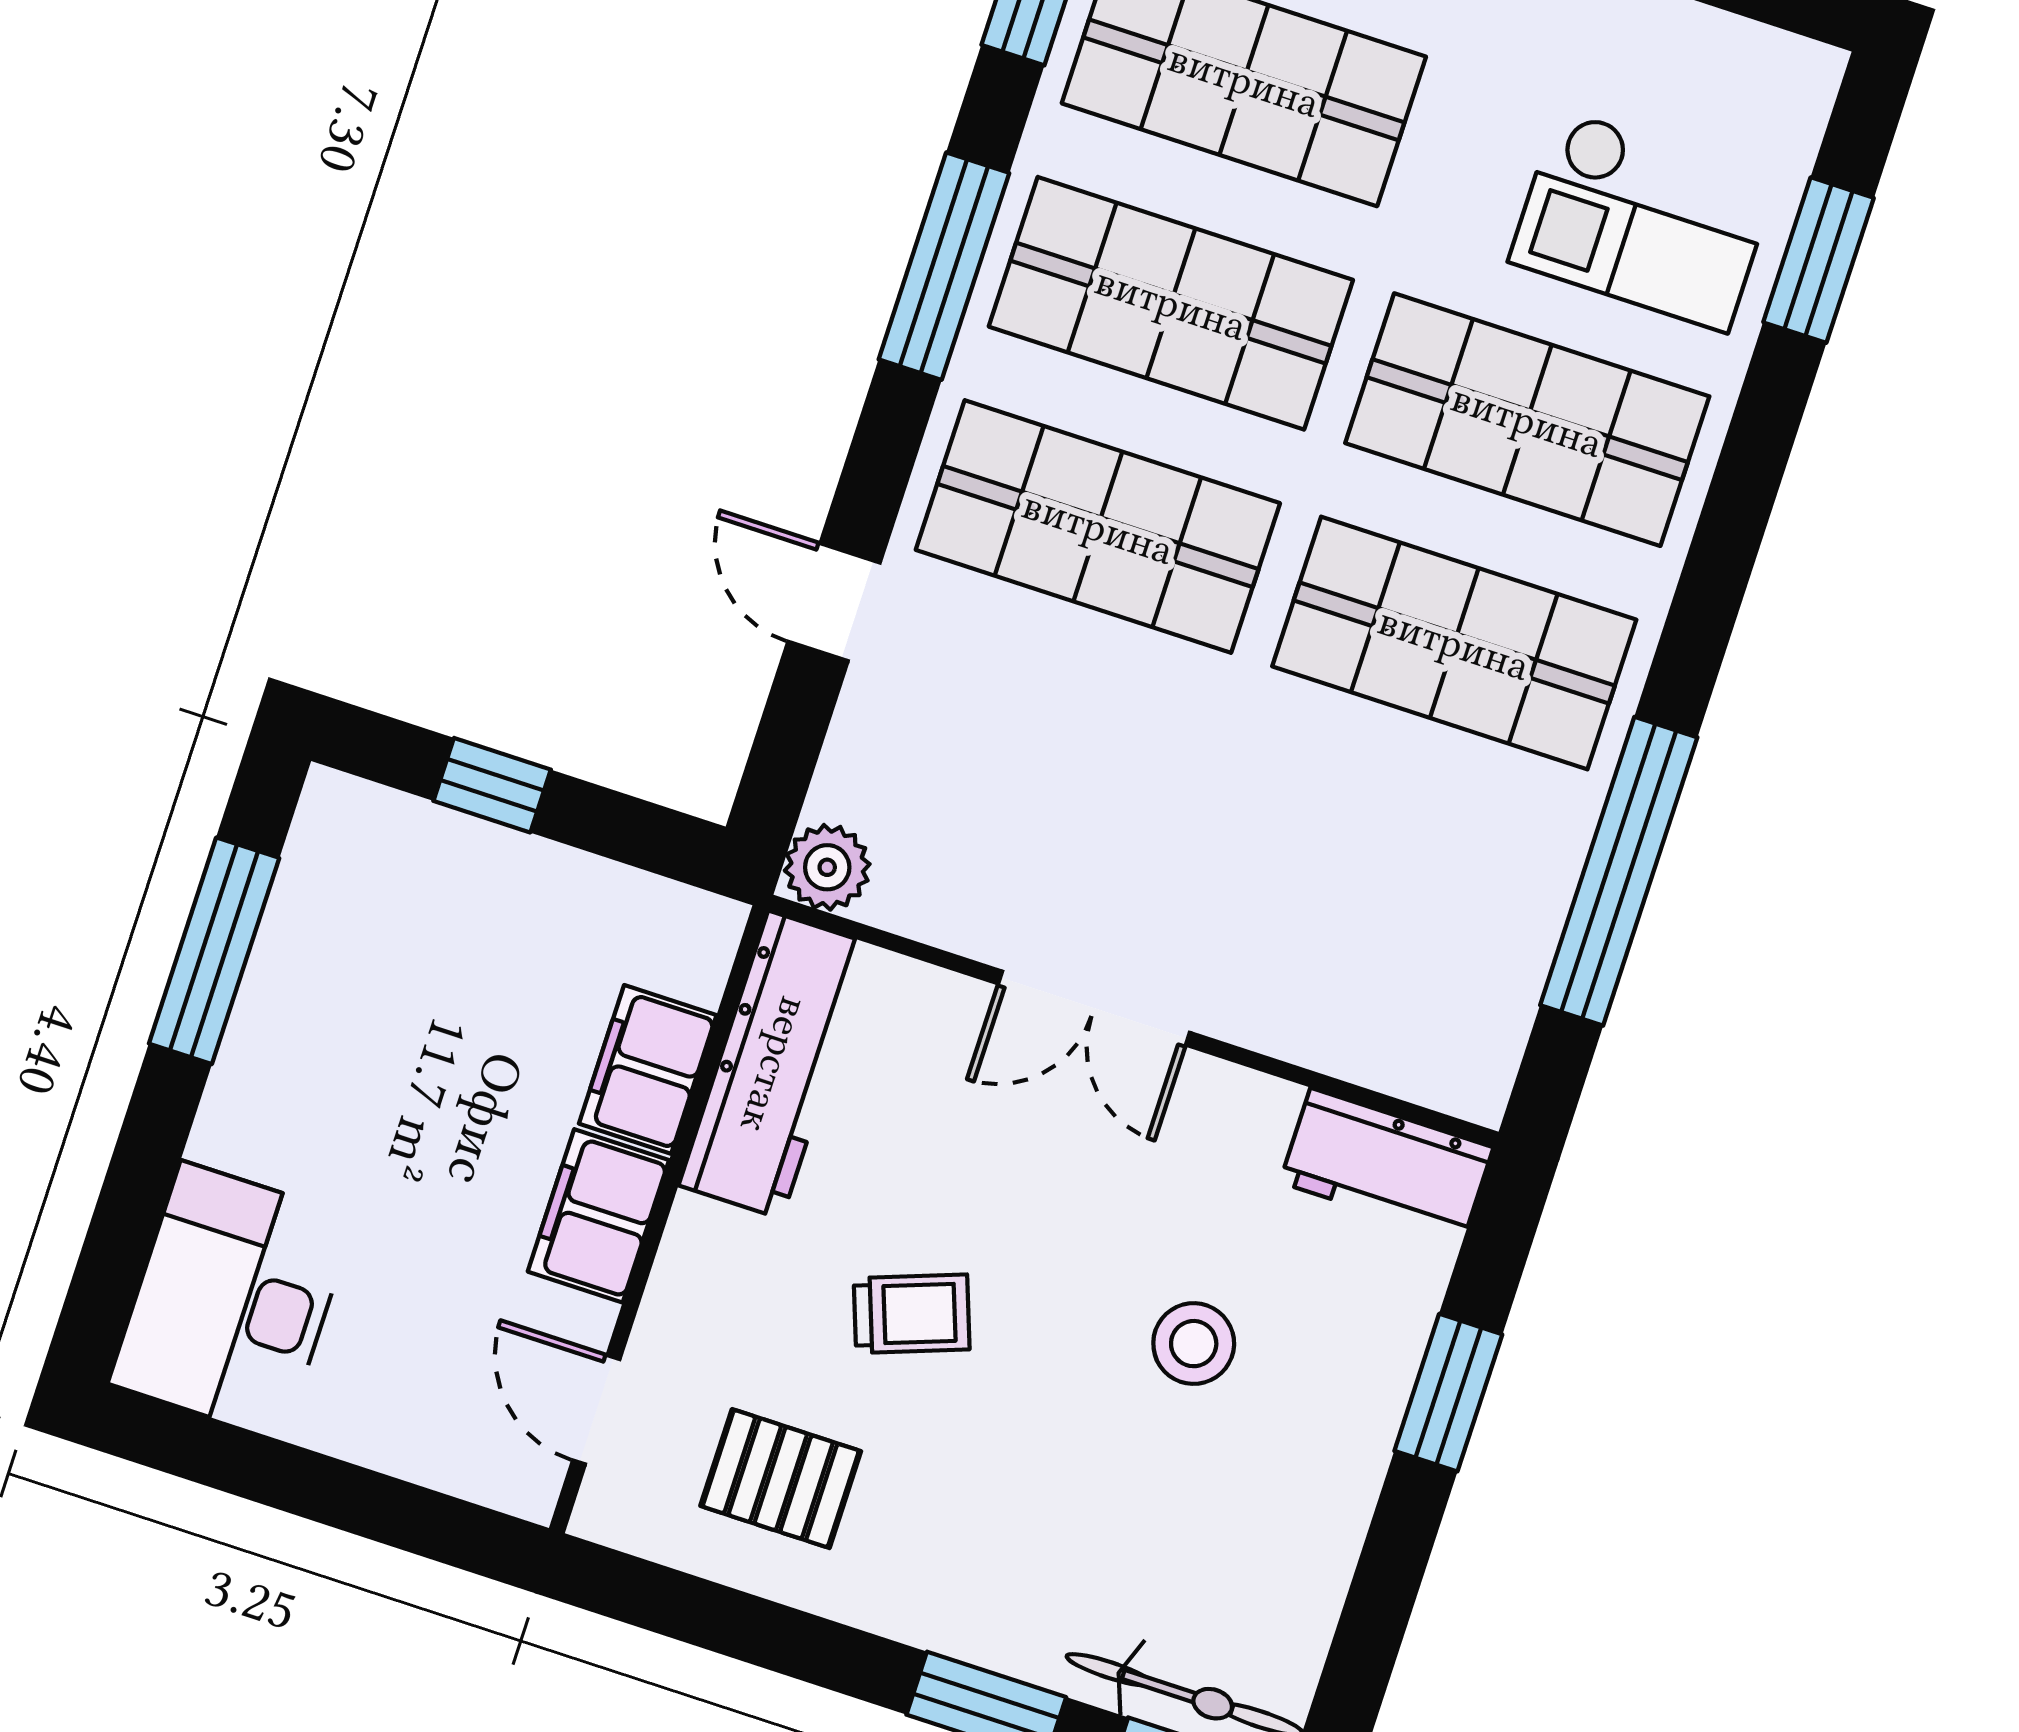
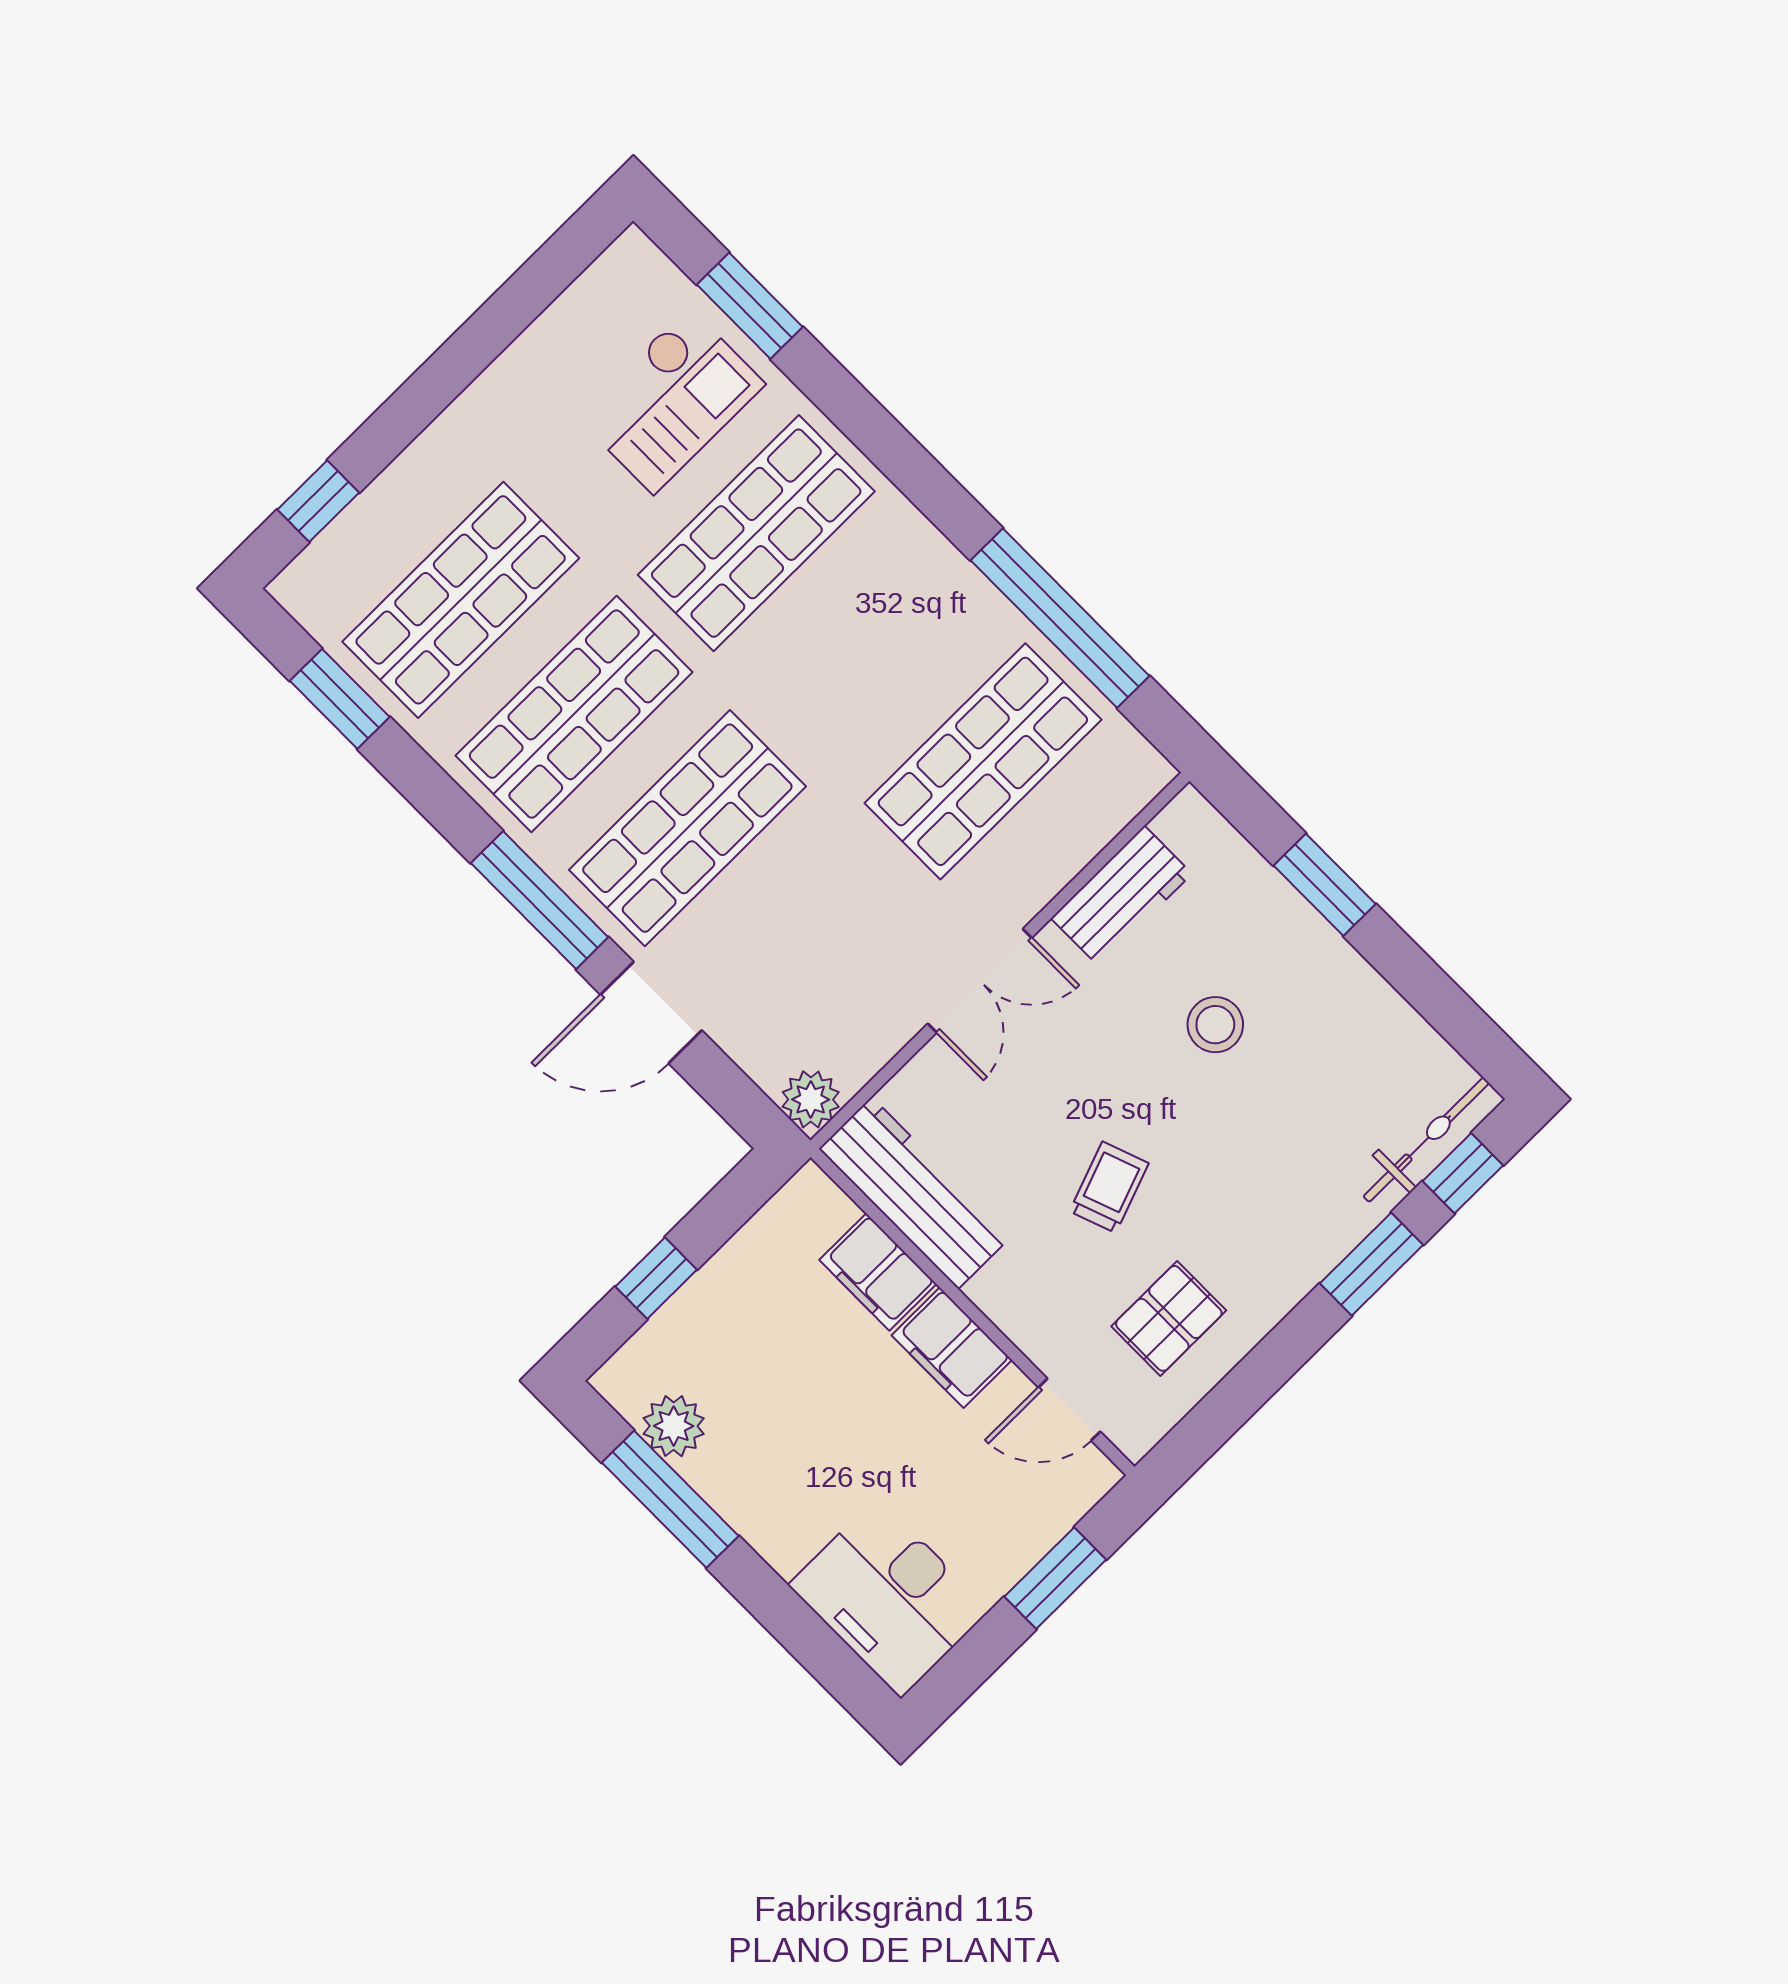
window: (944, 266) -> (540, 900), moved
door: (834, 602) -> (651, 1013), width x1.37
shop shelf: (1454, 643) -> (983, 761), moved
plant: (311, 906) -> (674, 1426), added
workbench: (1386, 1165) -> (1122, 896), moved
window: (368, 1504) -> (1055, 1578), added

